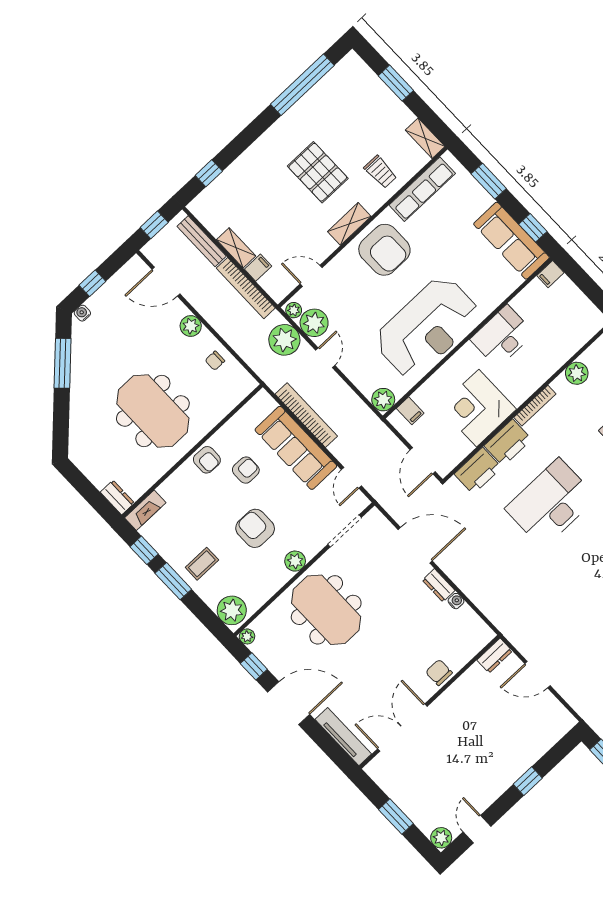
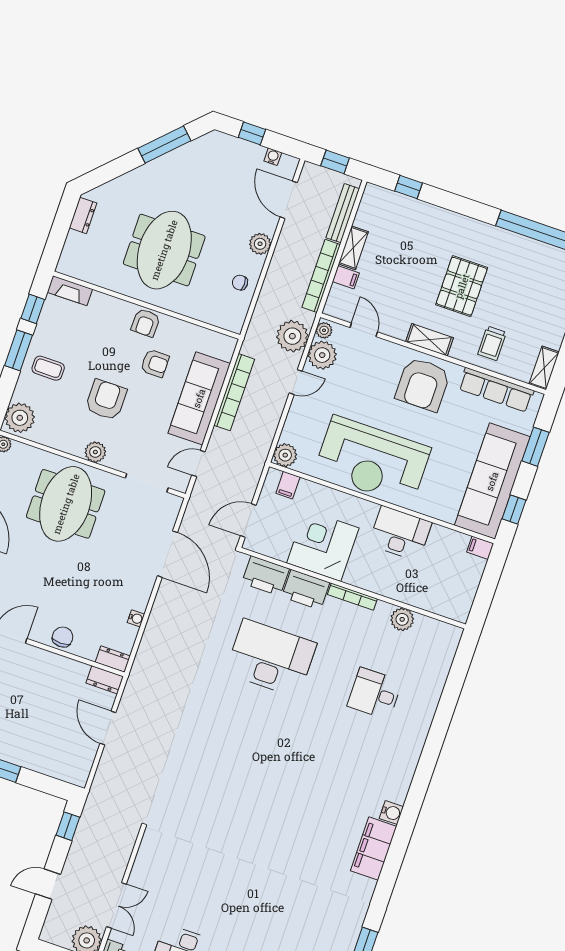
sofa: (511, 241) -> (492, 481), width x1.36, depth x1.27
water cooler: (82, 313) -> (273, 157), moved
dresser: (117, 498) -> (83, 215), moved
dresser: (439, 585) -> (113, 659), moved, turned 90

